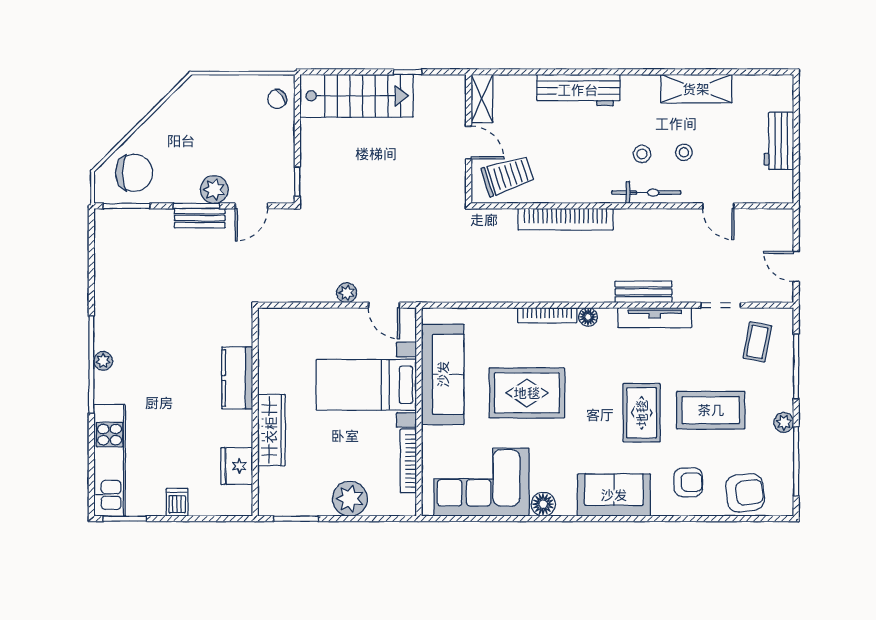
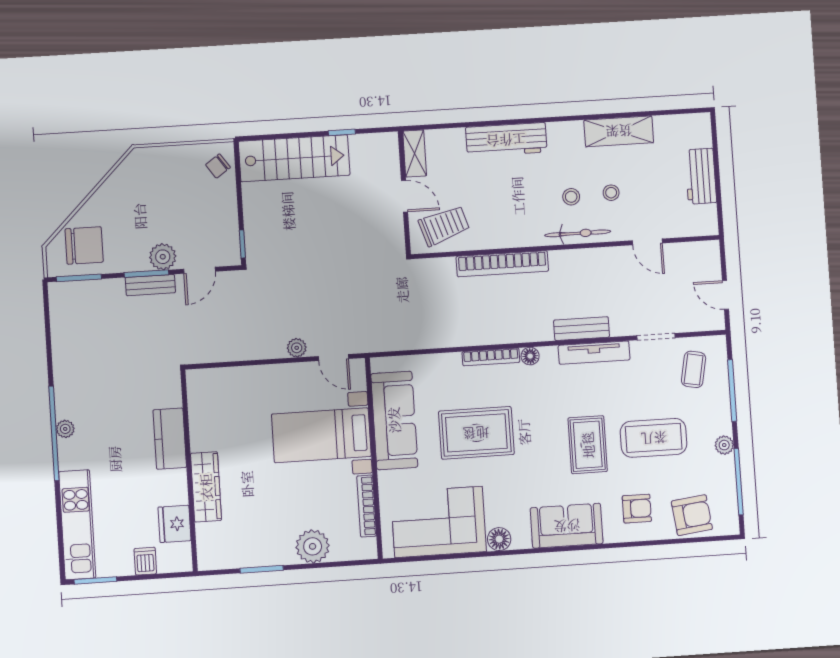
kitchen counter: (237, 378) -> (170, 439), moved
wall: (255, 412) -> (189, 470), moved
wardrobe: (271, 430) -> (206, 487), moved
fridge: (237, 466) -> (175, 524), moved

